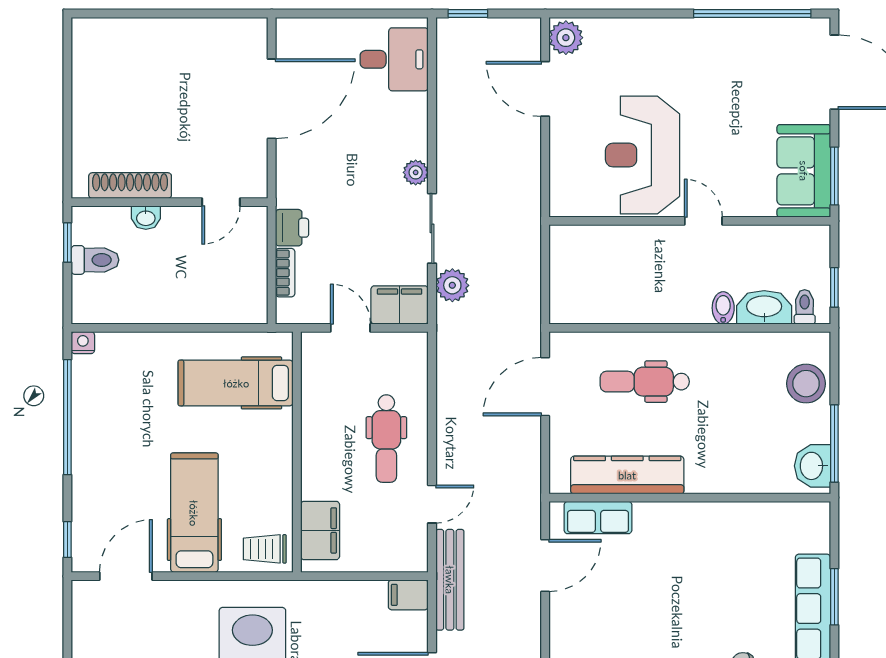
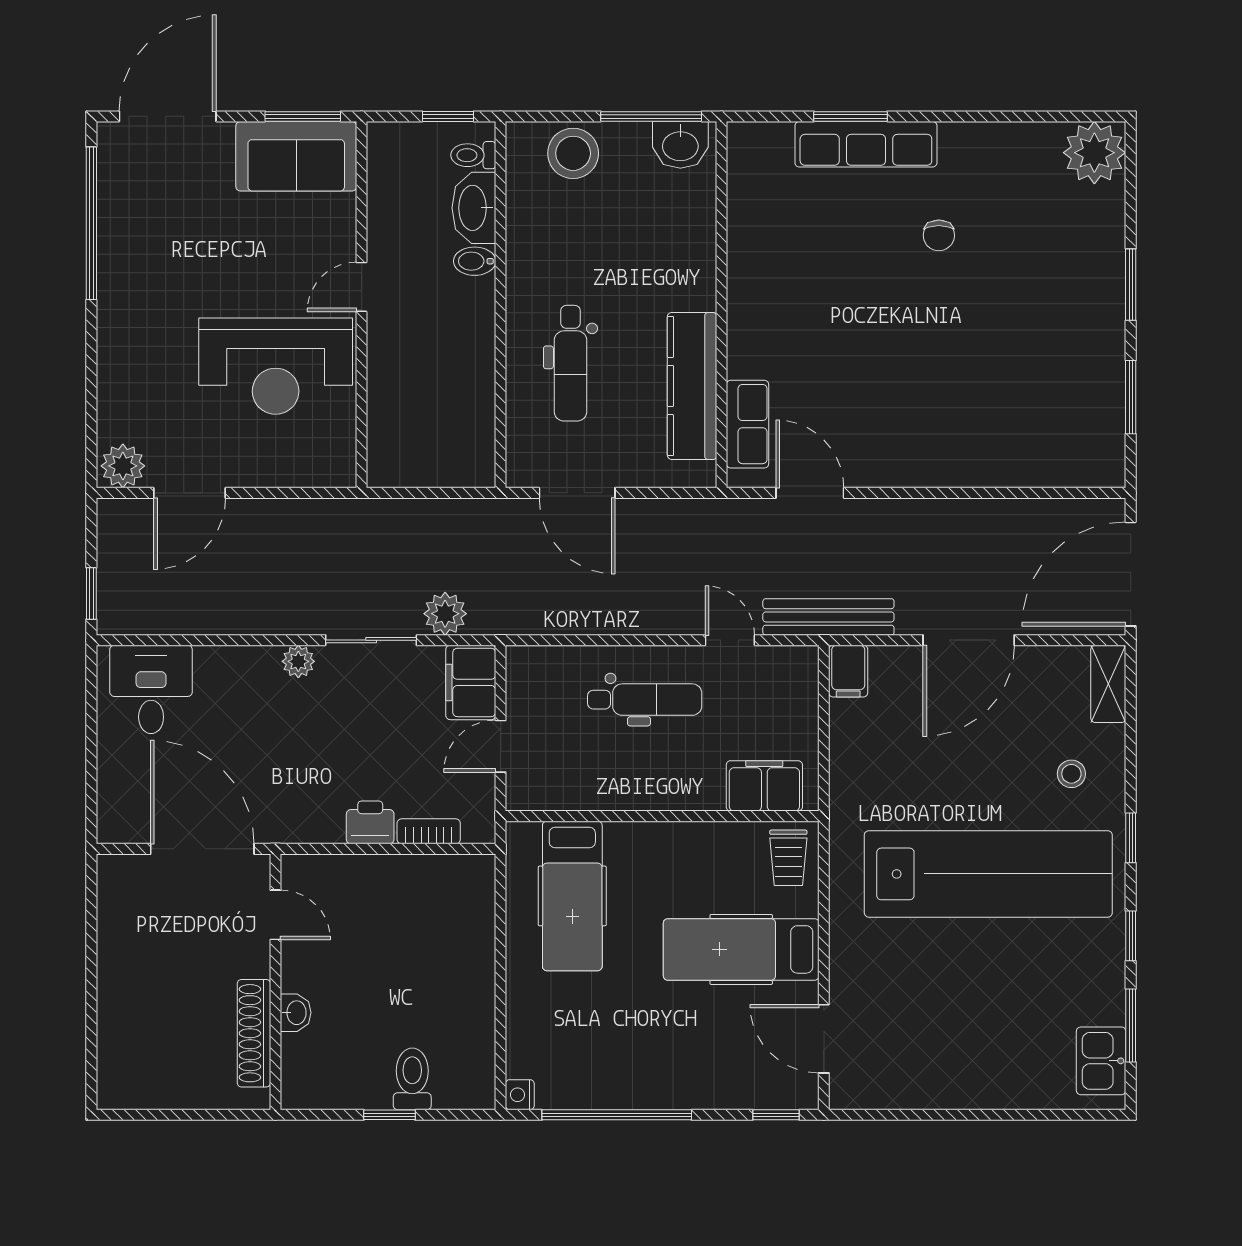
shoe rack: (130, 186) -> (254, 1033), moved
wall: (170, 202) -> (276, 982), moved
door: (221, 202) -> (276, 915), moved
washbasin: (146, 218) -> (296, 1013), moved

